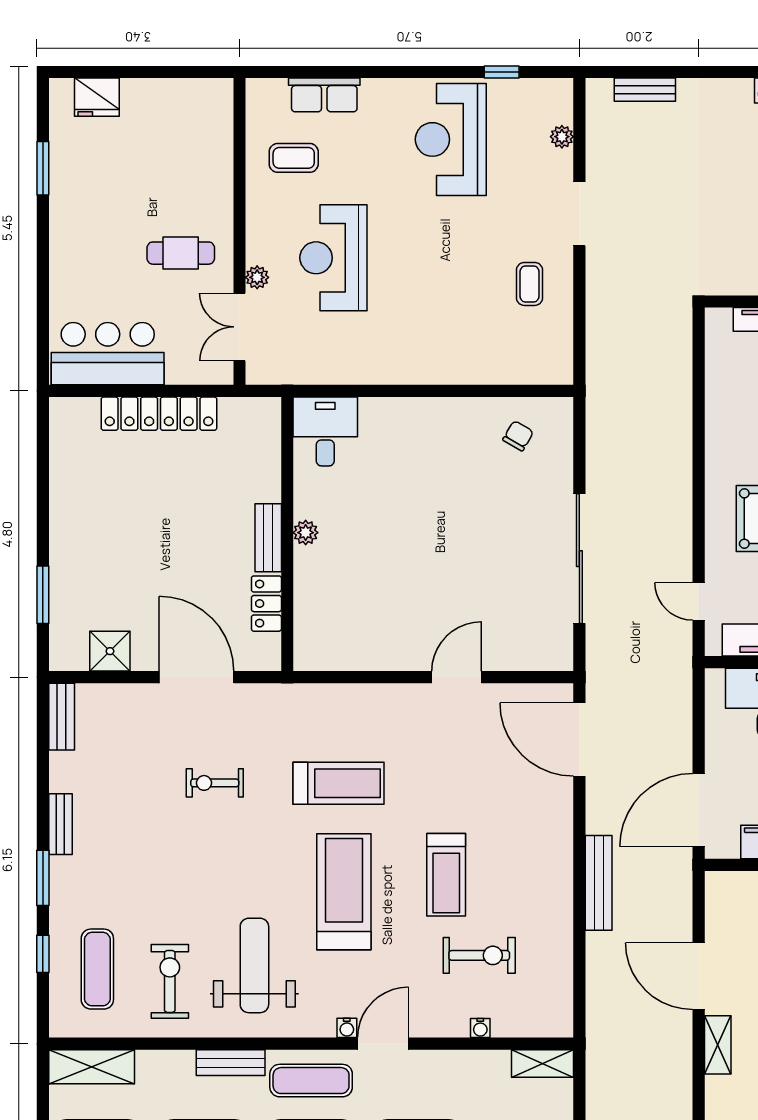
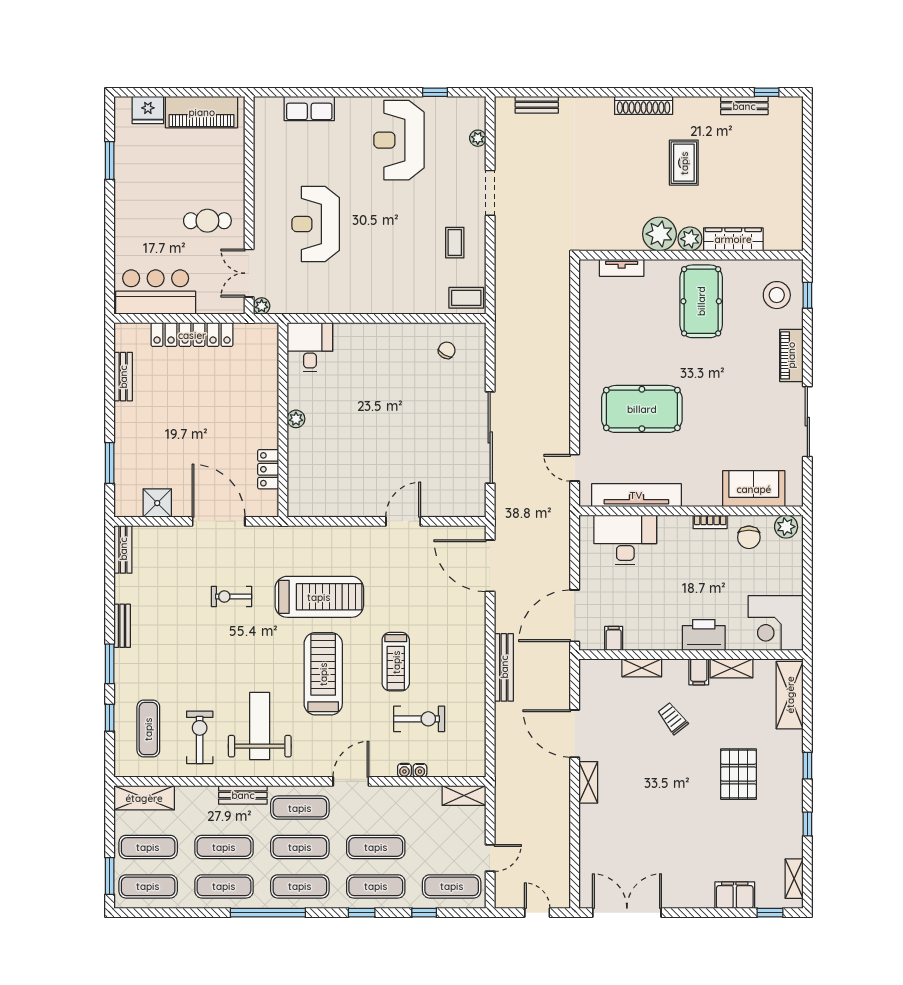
piano: (172, 100) -> (202, 112), added
coffee table: (294, 158) -> (466, 298), moved
plant: (257, 277) -> (262, 306), moved
bench: (268, 538) -> (123, 377), moved
treadmill: (338, 783) -> (319, 597), width x1.37, depth x1.38
water cooler: (347, 1028) -> (404, 770), moved

